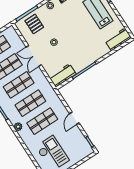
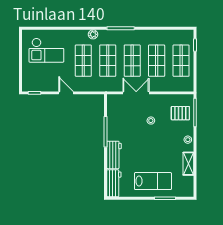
double door: (34, 56) -> (136, 93), moved
workbench: (63, 75) -> (114, 155), moved

